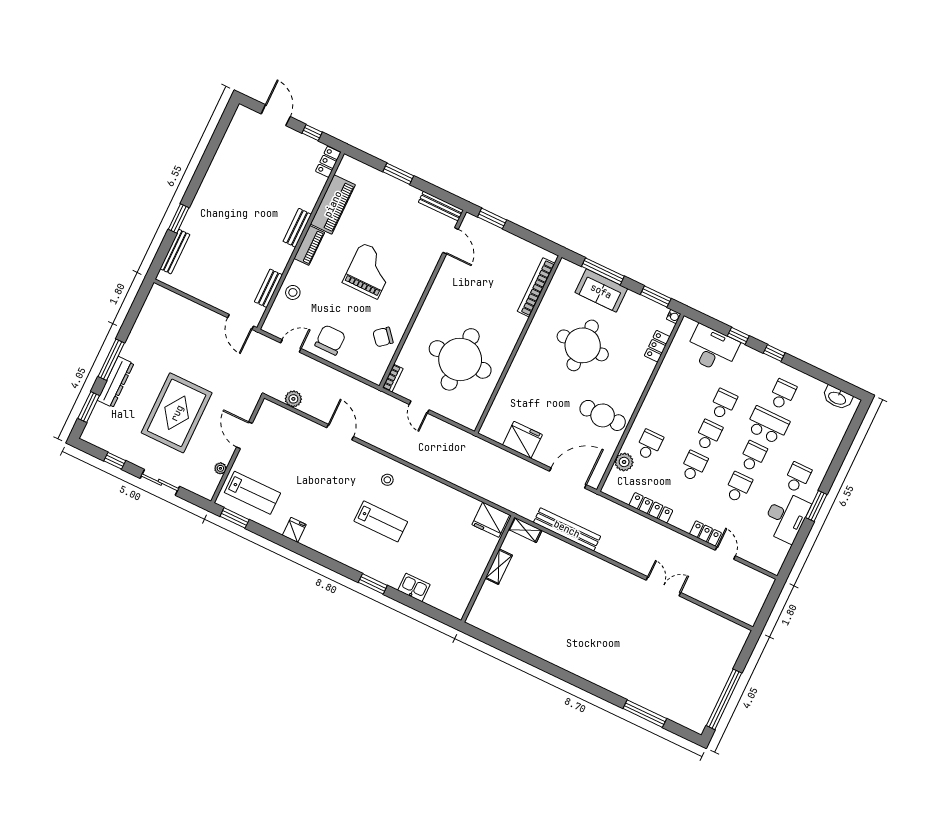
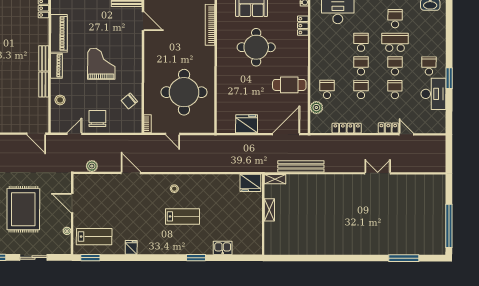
bench: (268, 288) -> (44, 85), moved

